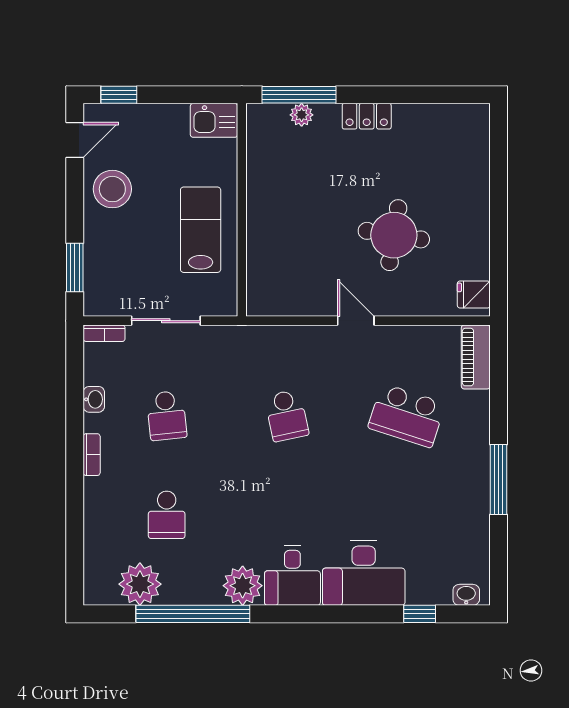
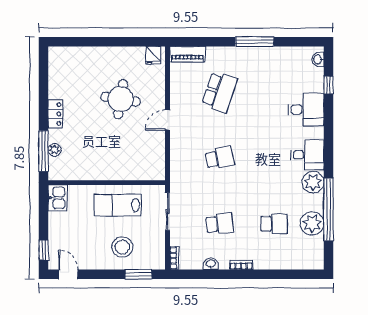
stool: (112, 189) -> (122, 247), moved
sliding door: (166, 321) -> (168, 211), moved
desk: (364, 573) -> (306, 110), width x0.73
plant: (140, 584) -> (312, 223), moved

